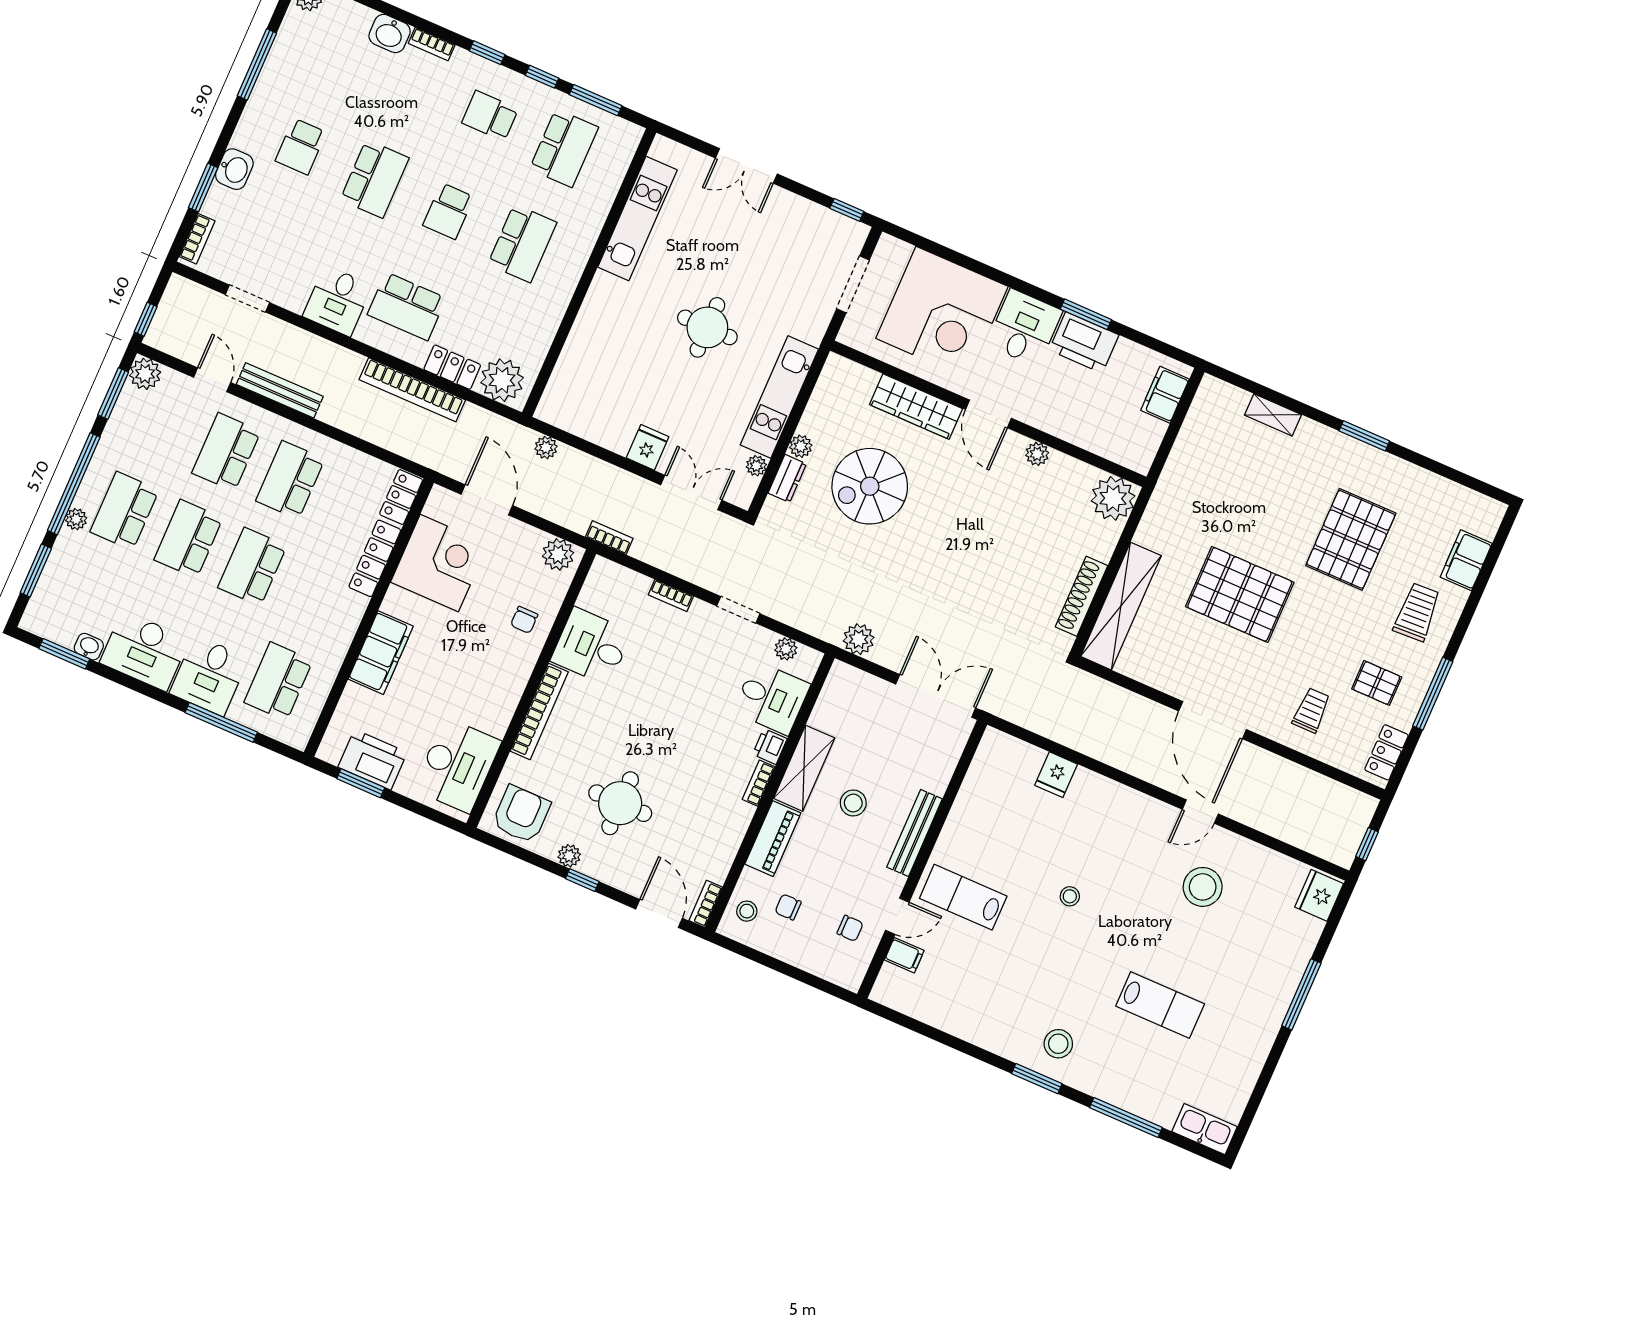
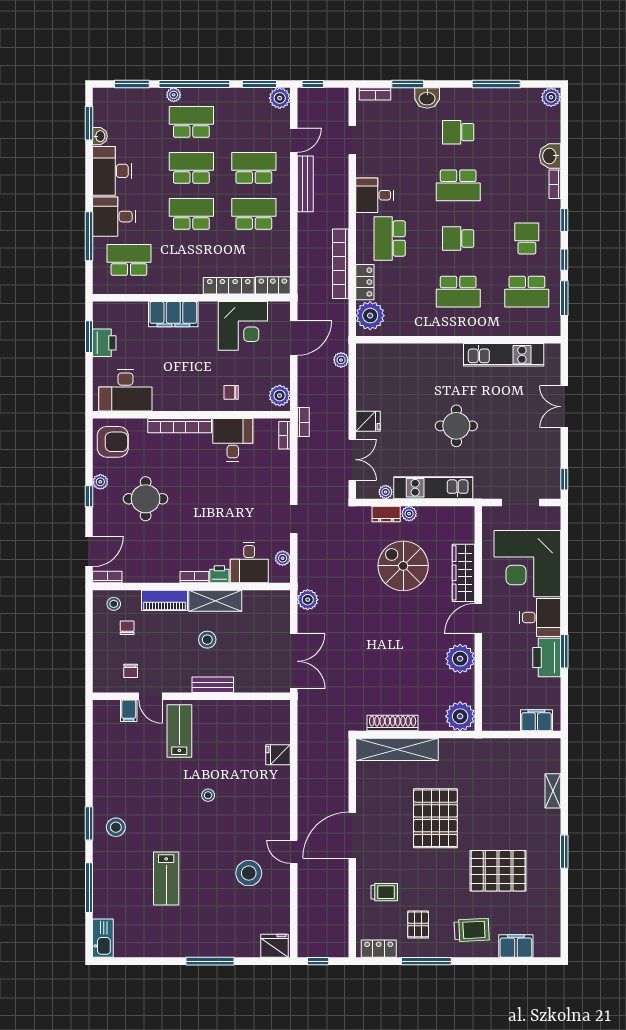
plant: (1037, 454) -> (460, 659), width x1.87, depth x1.87
bookcase: (671, 595) -> (285, 435), moved
printer: (373, 760) -> (104, 343), width x0.73, depth x0.84
bench: (915, 833) -> (213, 685), width x0.73

